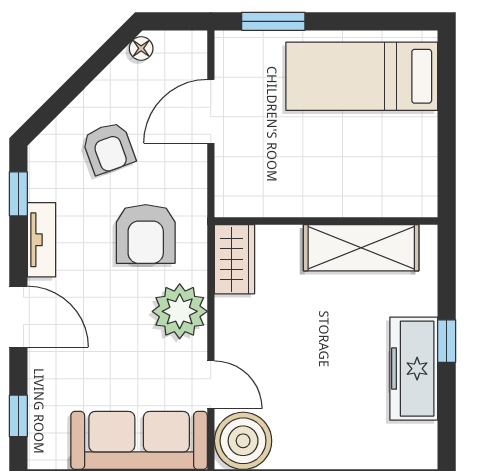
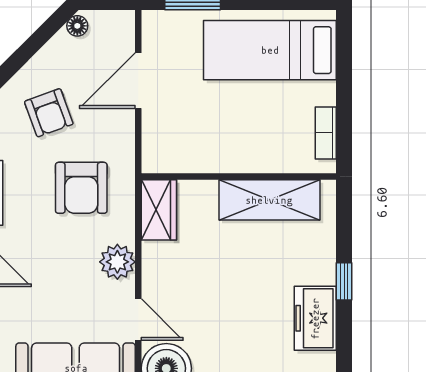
bookcase: (426, 171) -> (326, 133), added
plant: (180, 311) -> (117, 262), width x0.73, depth x0.73
freezer: (414, 369) -> (315, 318), width x0.71

